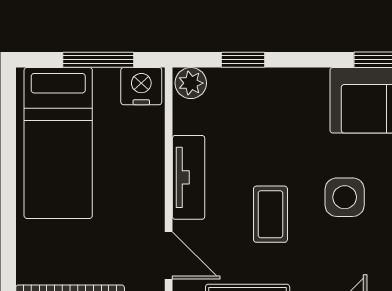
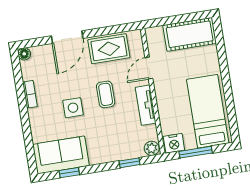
door: (169, 256) -> (149, 68), hinge flipped

